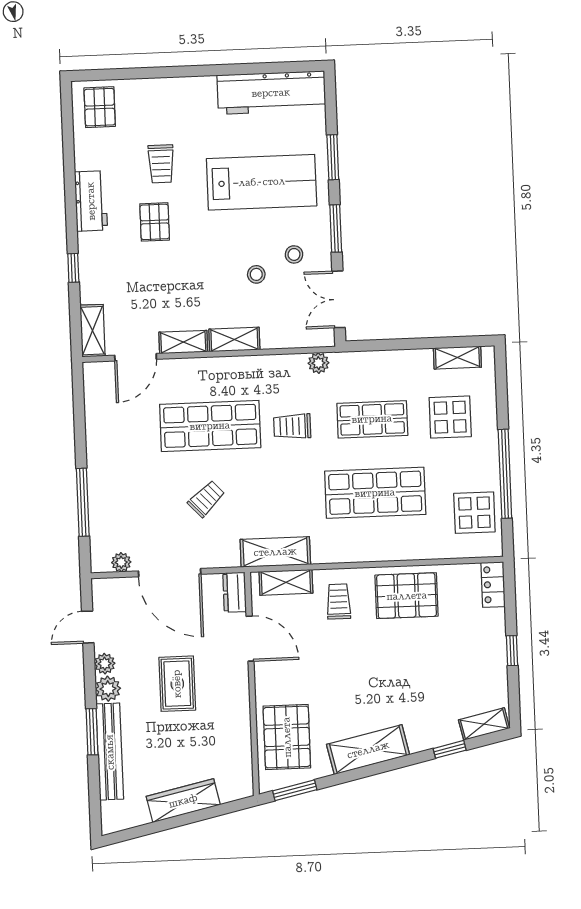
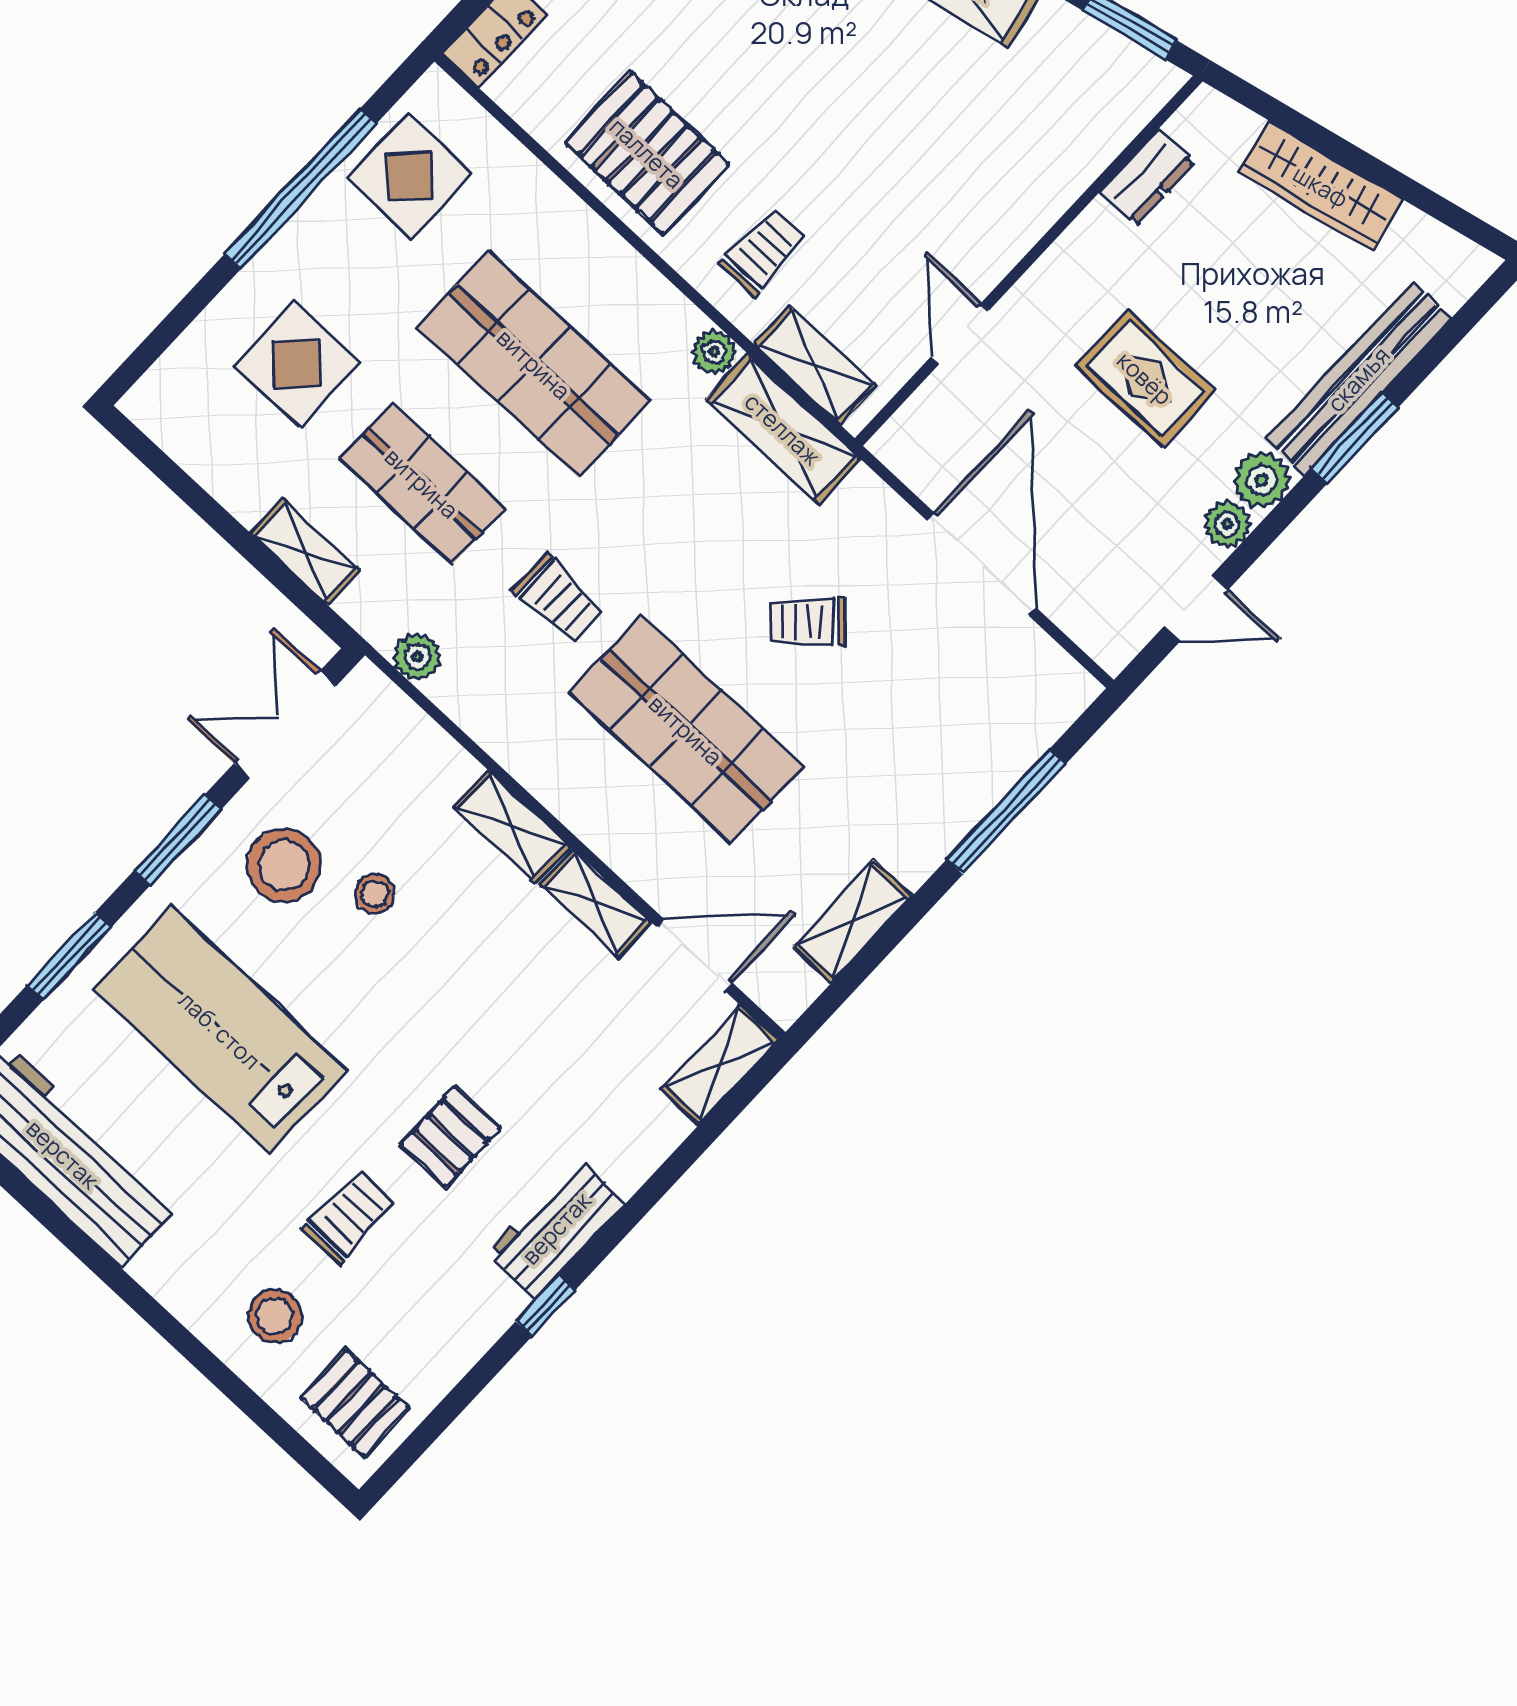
pallet: (100, 107) -> (355, 1403), turned 90
stool: (153, 109) -> (274, 1316), added
workbench: (91, 201) -> (556, 1228), moved
stool: (294, 254) -> (284, 865), width x1.89, depth x1.89
window: (73, 268) -> (546, 1306), moved
double door: (339, 299) -> (285, 725), swing flipped
shelving: (457, 358) -> (305, 552), moved
shelving: (96, 418) -> (853, 921), added
plant: (121, 562) -> (714, 352), moved
dresser: (235, 592) -> (1147, 177), moved
trolley: (339, 601) -> (763, 252), turned 180
door: (250, 639) -> (960, 334), width x0.73
rug: (177, 684) -> (1145, 378), turned 90
pallet: (287, 737) -> (1058, 122), removed

